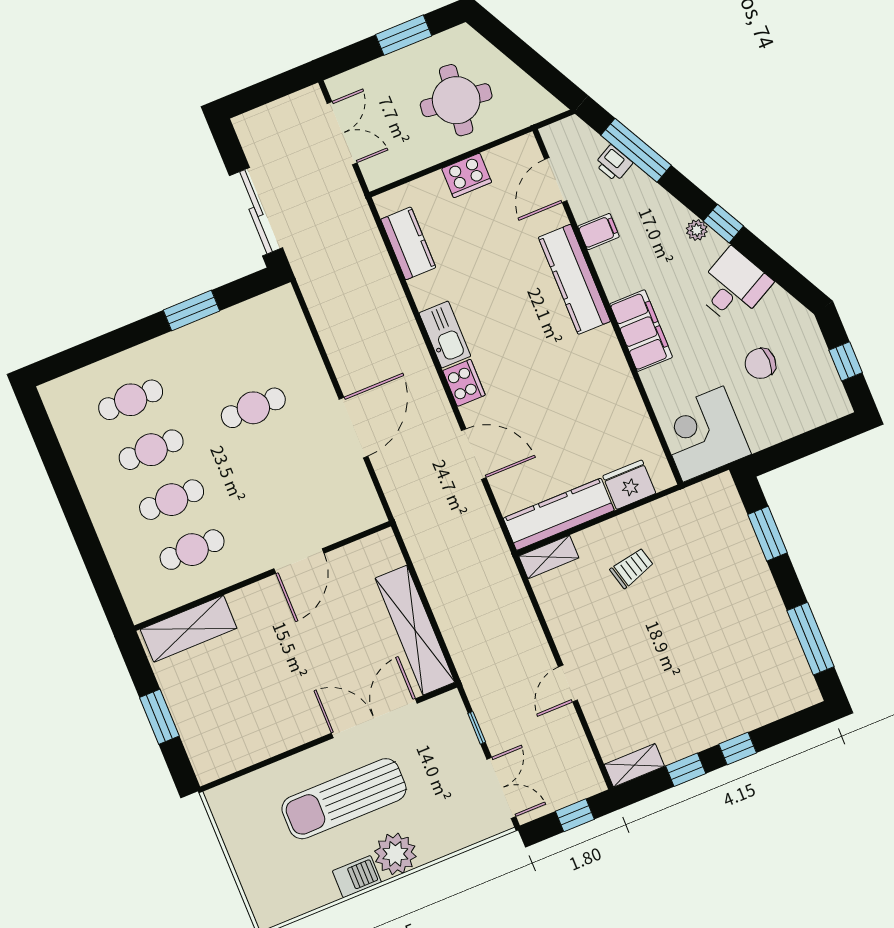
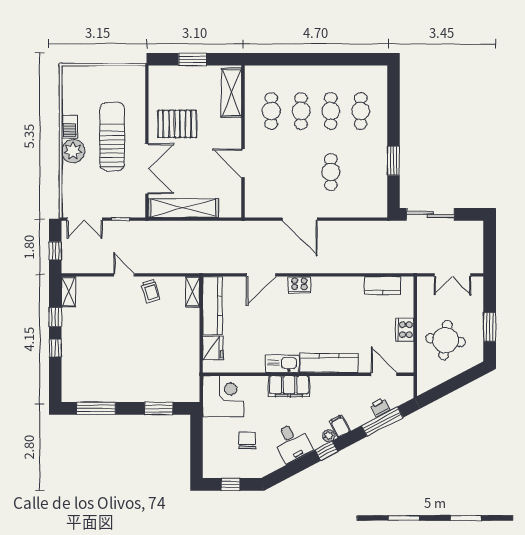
filing cabinet: (599, 232) -> (340, 426), moved, turned 152
kitchen sink: (445, 335) -> (282, 364), moved, turned 180
trolley: (632, 568) -> (151, 291), moved
pallet: (278, 698) -> (177, 124), added

